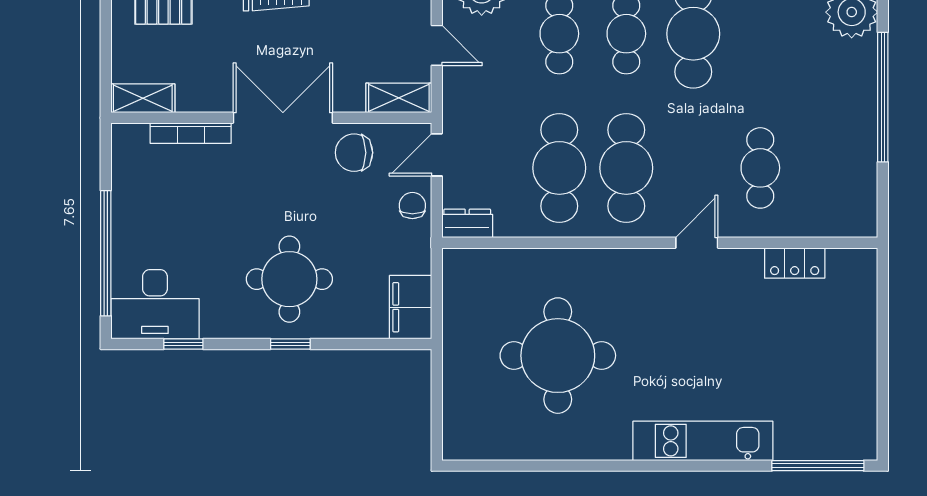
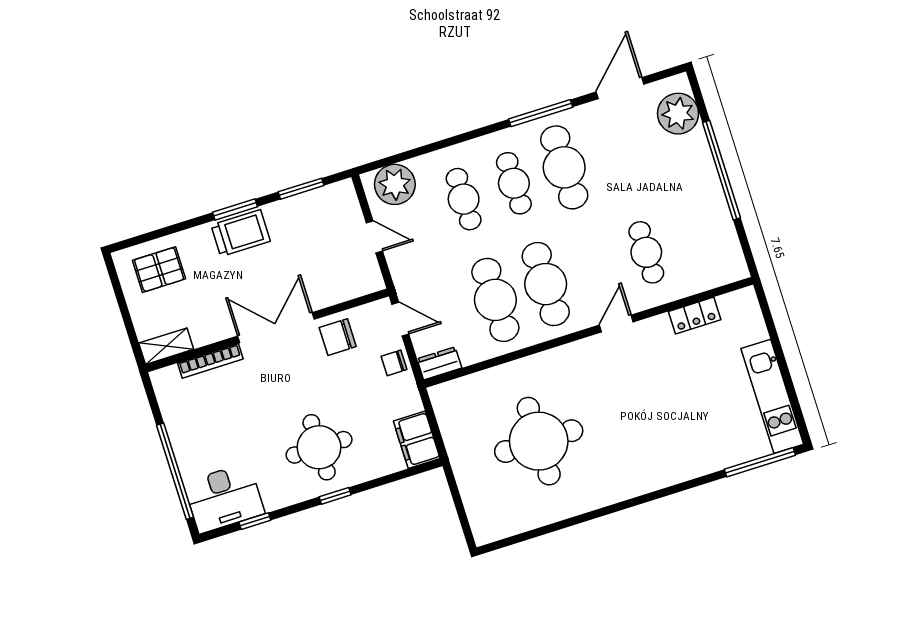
shelving: (399, 98) -> (358, 285), removed
door: (437, 155) -> (400, 319), swing flipped
chair: (412, 206) -> (394, 363), turned -90
kitchen unit: (703, 441) -> (772, 396), moved, turned -90

